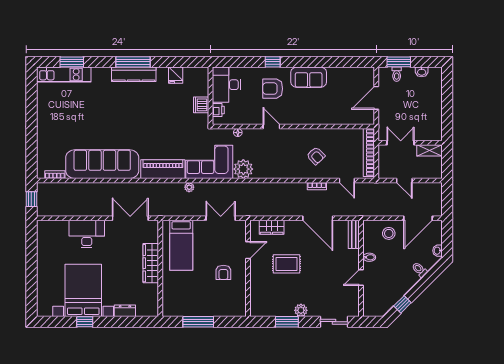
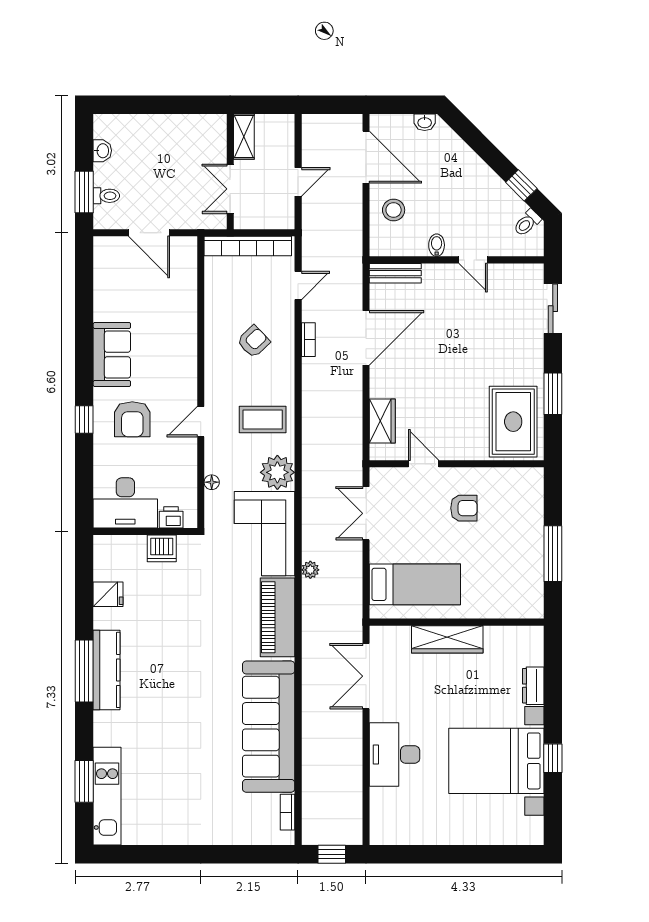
coffee table: (273, 161) -> (263, 420), added
rug: (286, 264) -> (513, 422), moved, width x1.36, depth x1.43
toilet: (419, 270) -> (527, 223), moved
plant: (301, 310) -> (532, 369), removed

